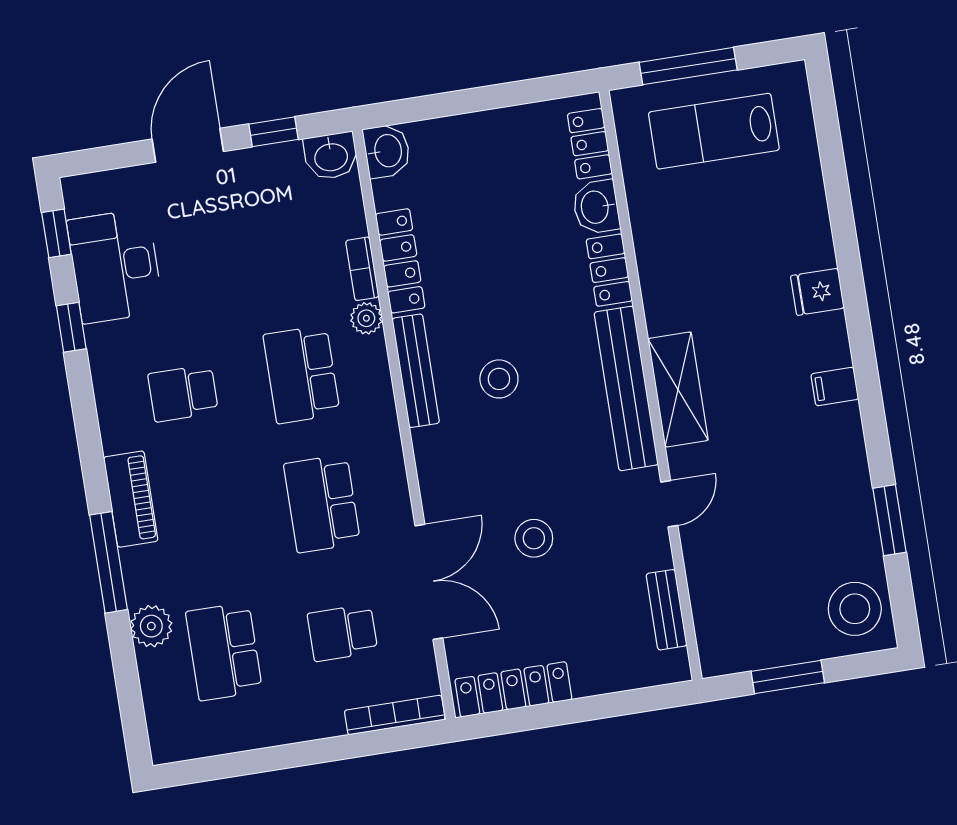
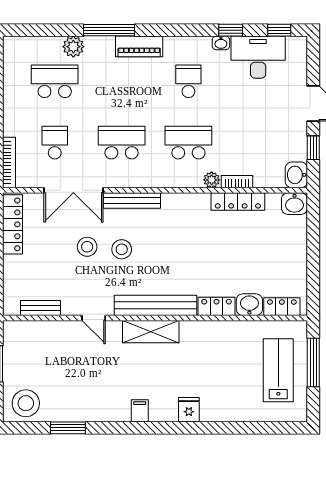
washbasin: (99, 342) -> (221, 43), added
bench: (416, 371) -> (132, 201), moved
stool: (499, 379) -> (122, 249), moved

